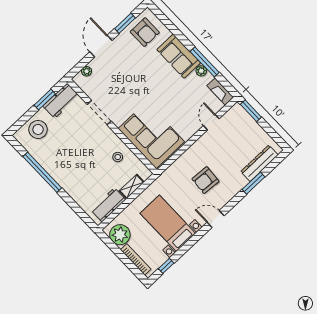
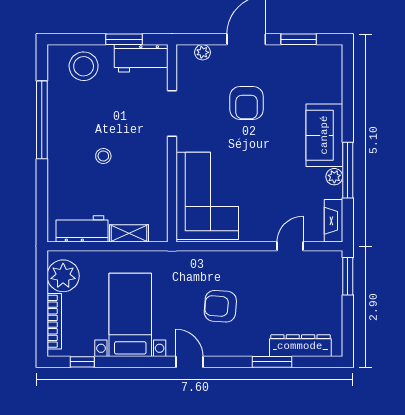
armchair: (145, 32) -> (247, 103), moved
stool: (118, 157) -> (103, 156), moved

